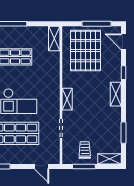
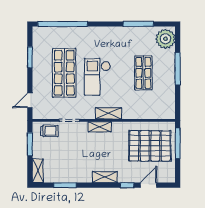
window: (96, 24) -> (178, 143), moved
shelving: (54, 39) -> (108, 113), moved
door: (124, 42) -> (149, 185), moved
trolley: (85, 150) -> (49, 131), moved

